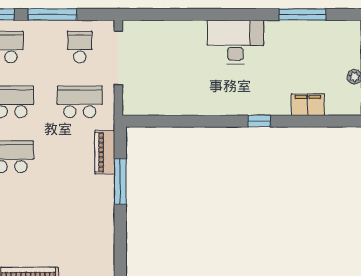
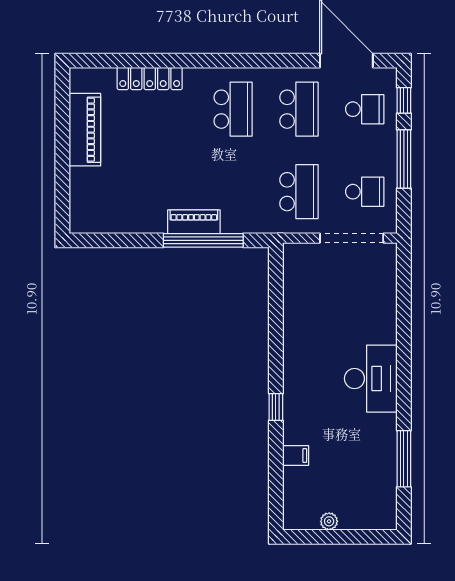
filing cabinet: (308, 105) -> (296, 456), width x0.50
piano: (105, 152) -> (194, 222), moved
window: (120, 182) -> (203, 240), width x1.46

